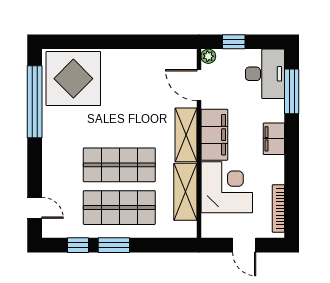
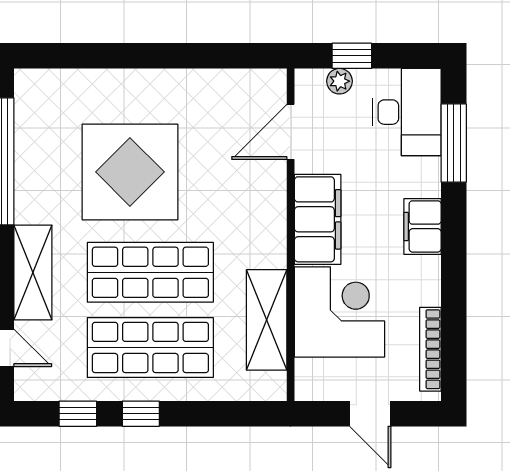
plant: (208, 56) -> (339, 81), moved
display table: (73, 79) -> (130, 172), moved
door: (199, 85) -> (291, 132), hinge flipped
shelving: (186, 135) -> (33, 273), moved
window: (114, 245) -> (141, 414), width x0.67

